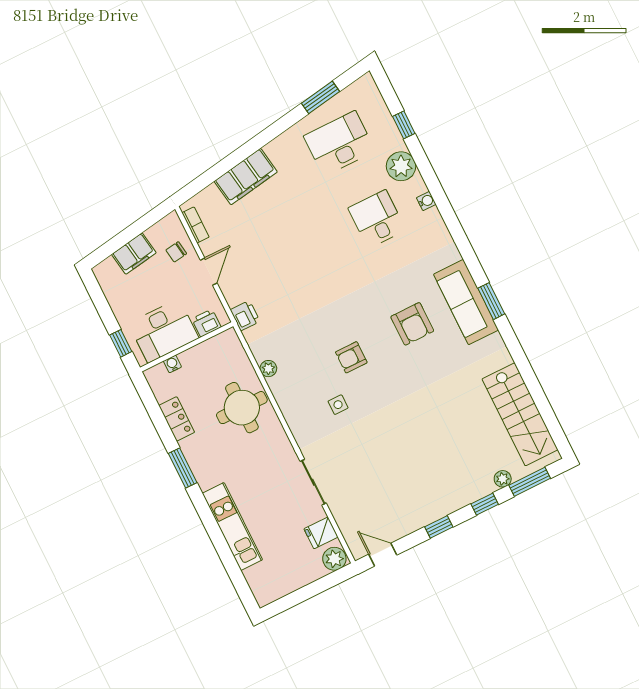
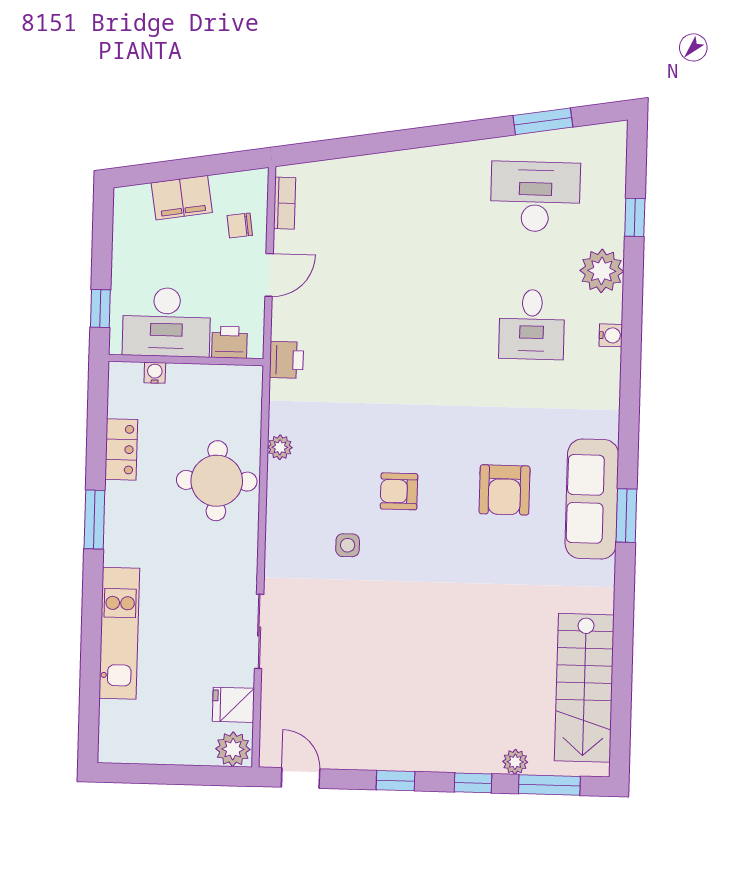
filing cabinet: (246, 177) -> (386, 174), removed
desk: (377, 219) -> (532, 324), turned 180

